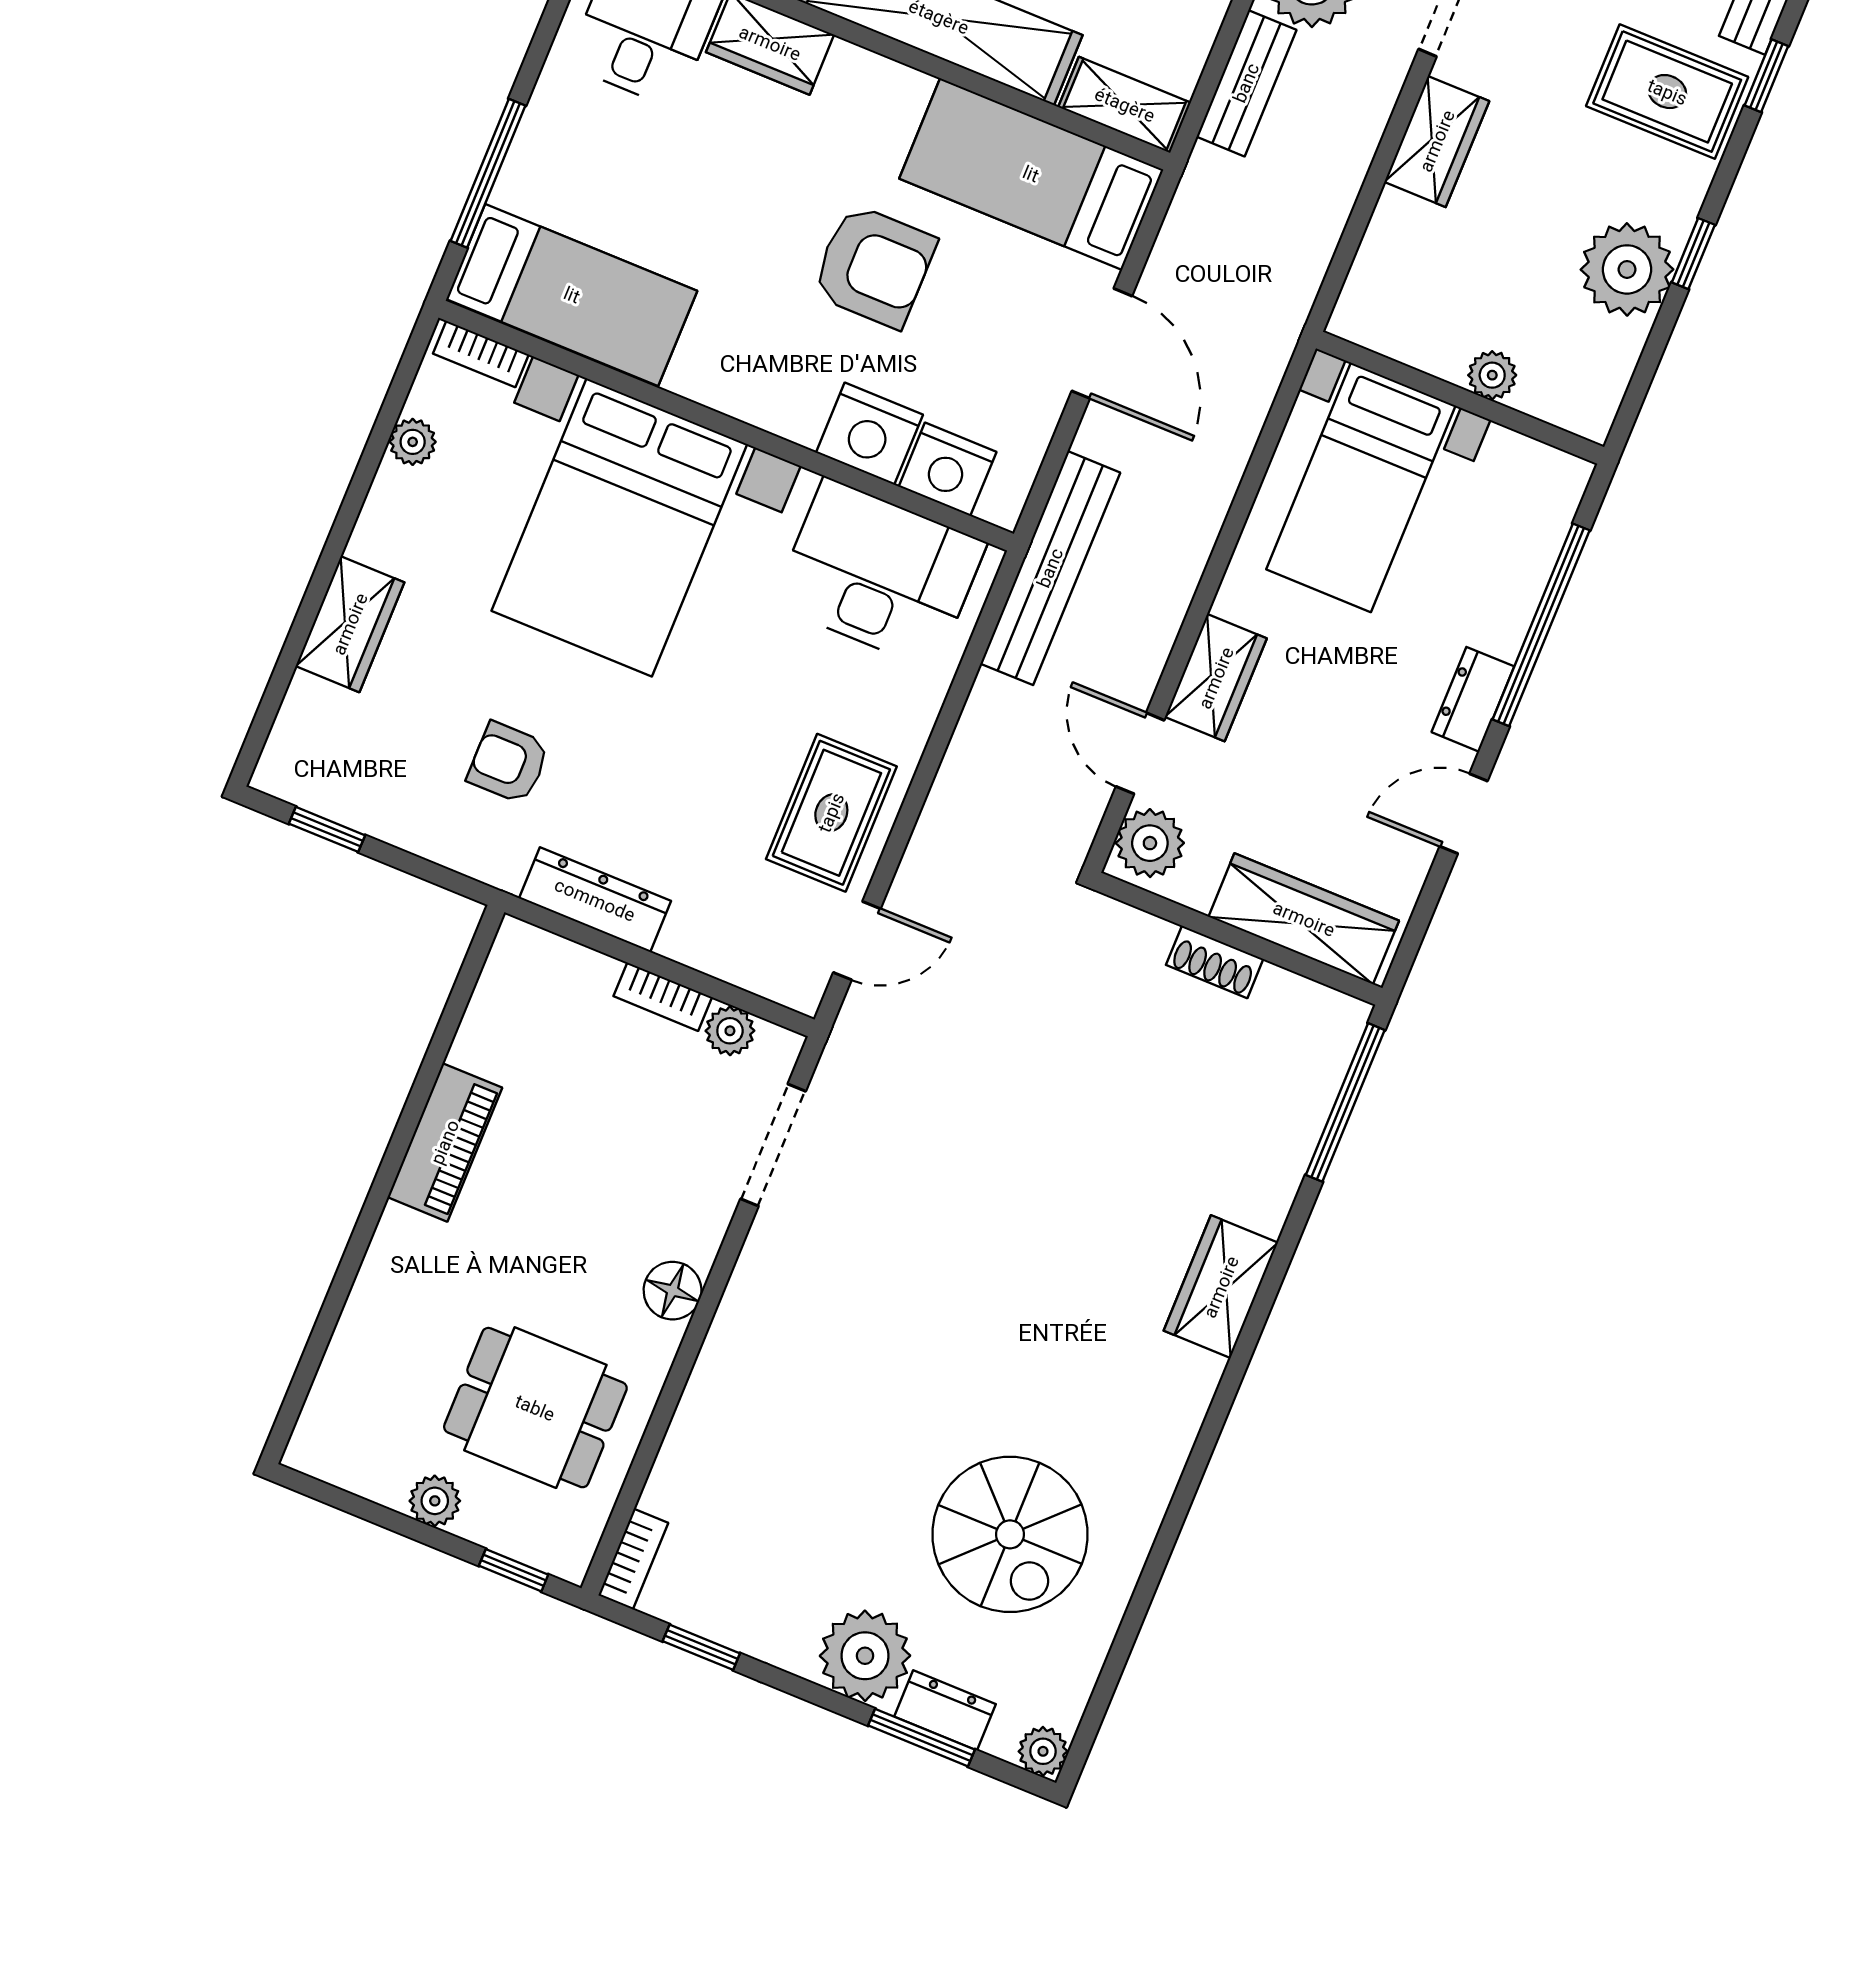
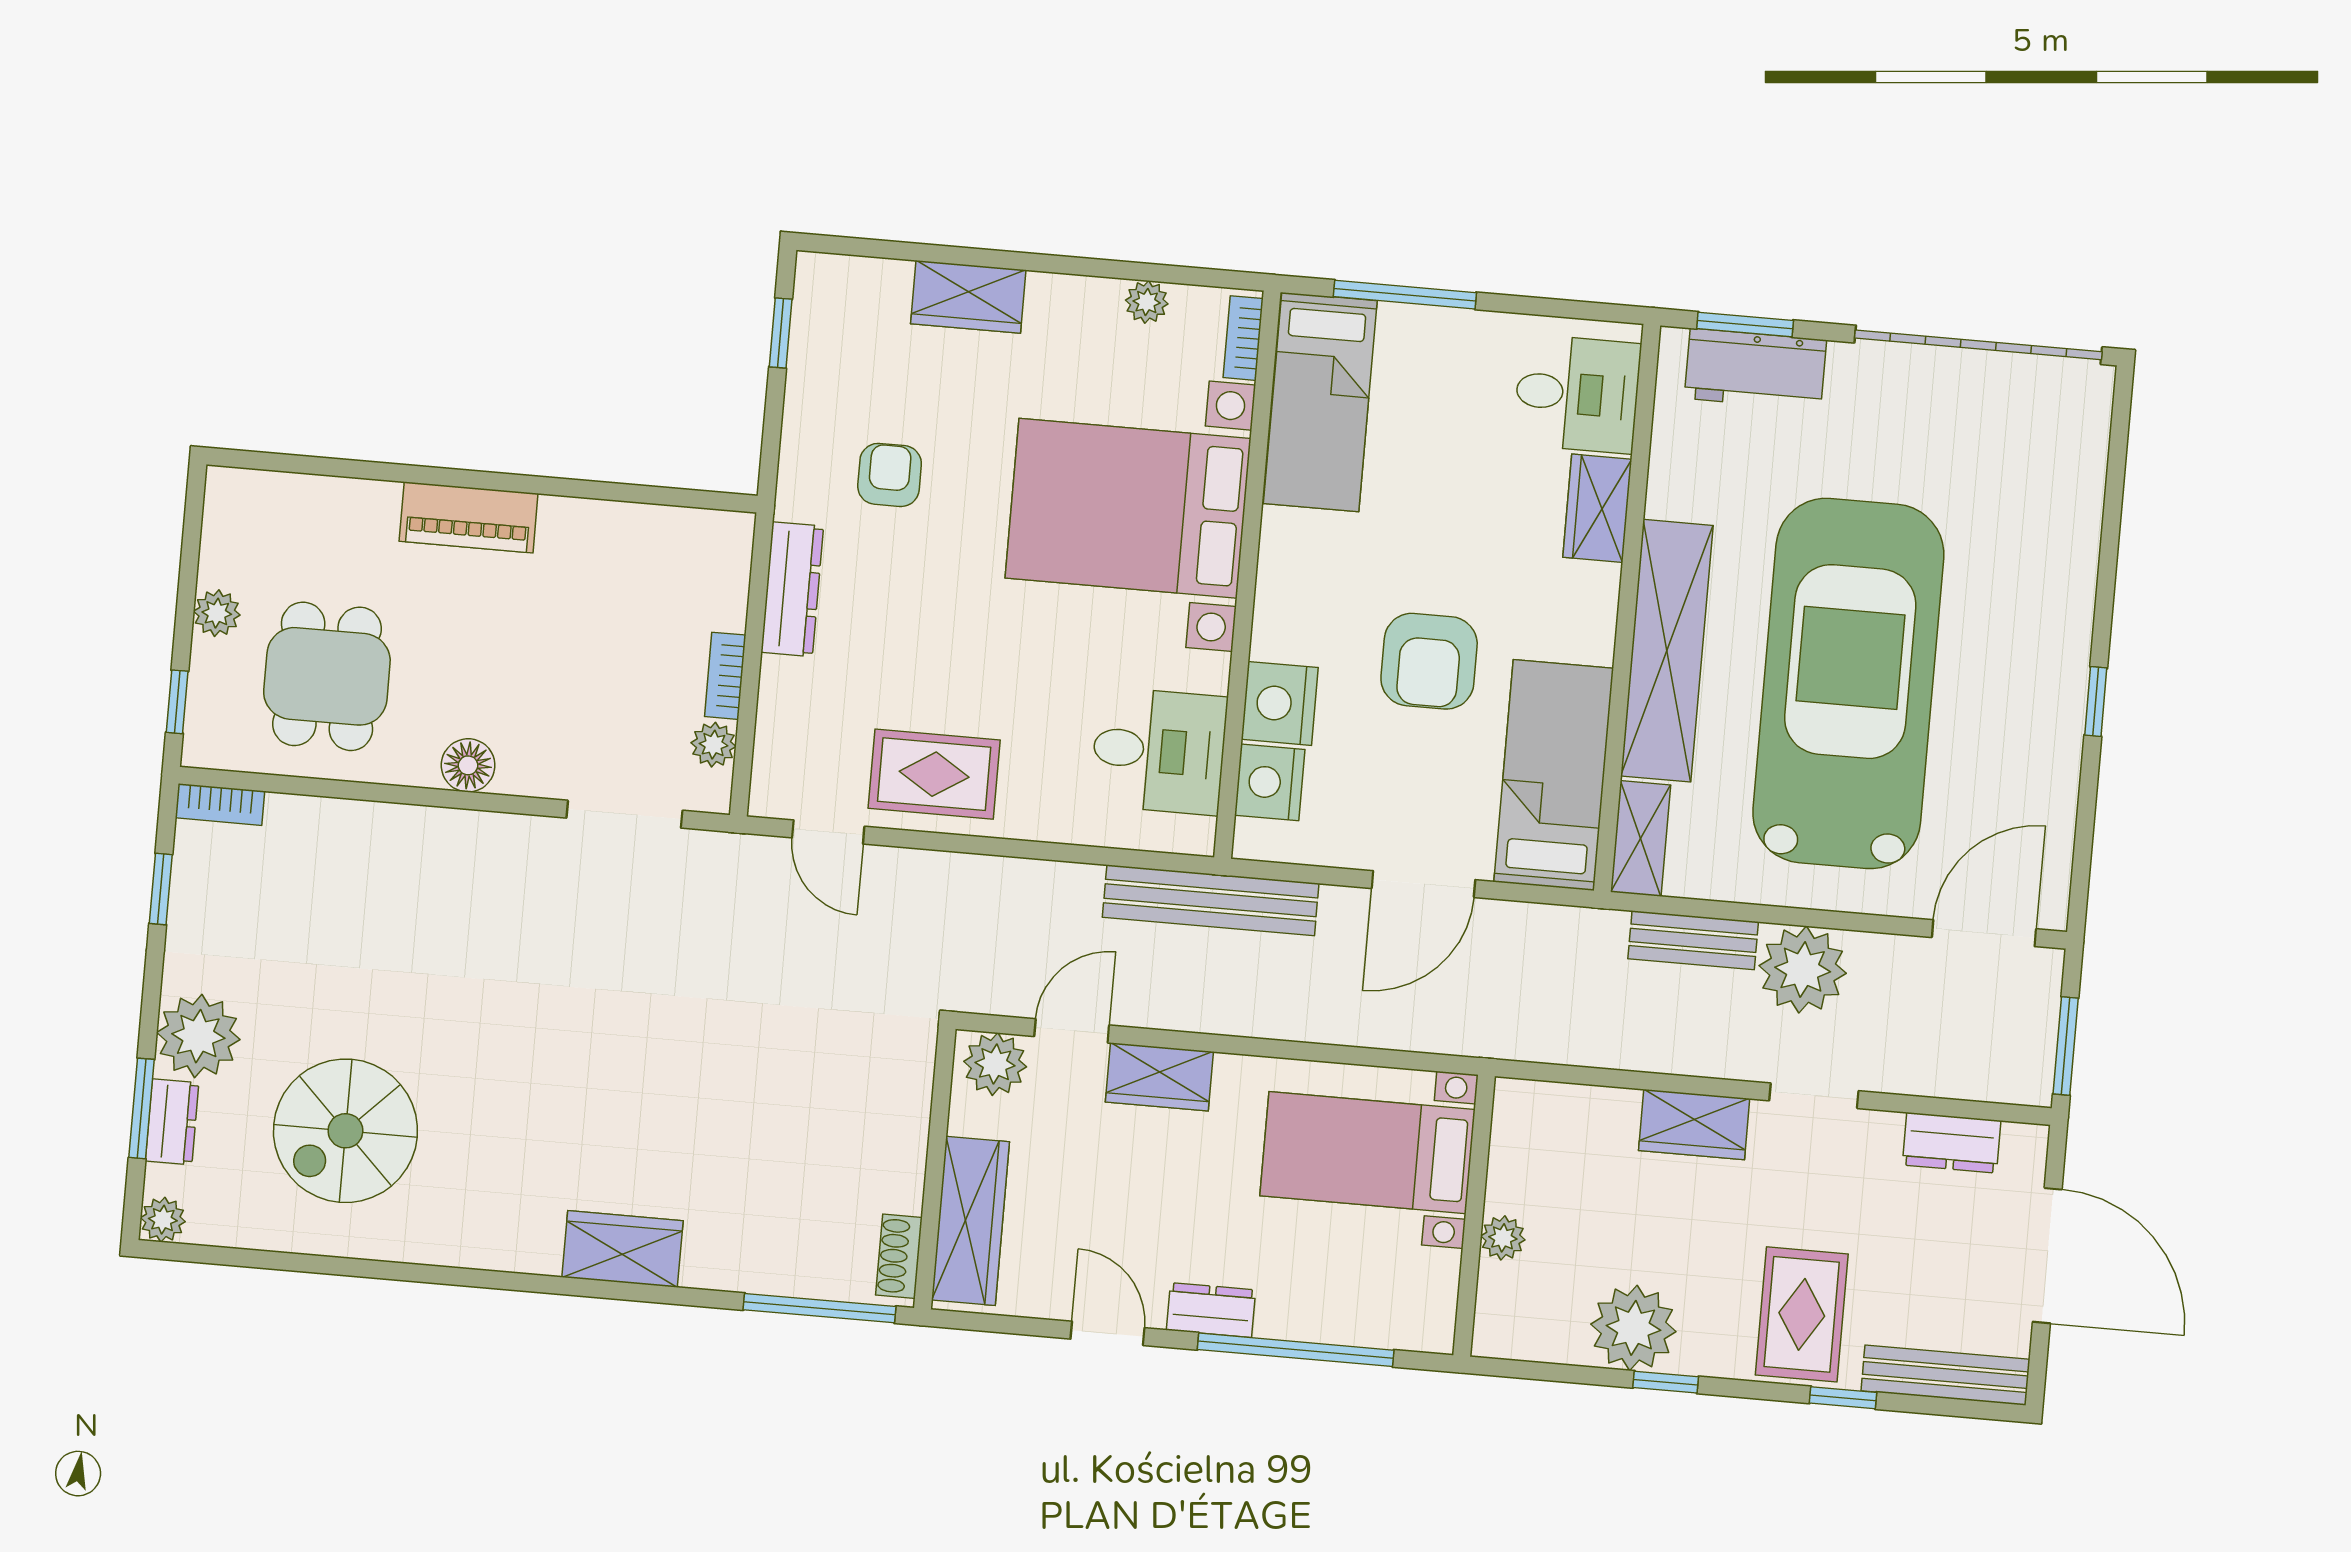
desk: (879, 574) -> (1159, 751), width x0.73
shoe rack: (1215, 962) -> (899, 1256), moved
piano: (445, 1142) -> (469, 517), moved

